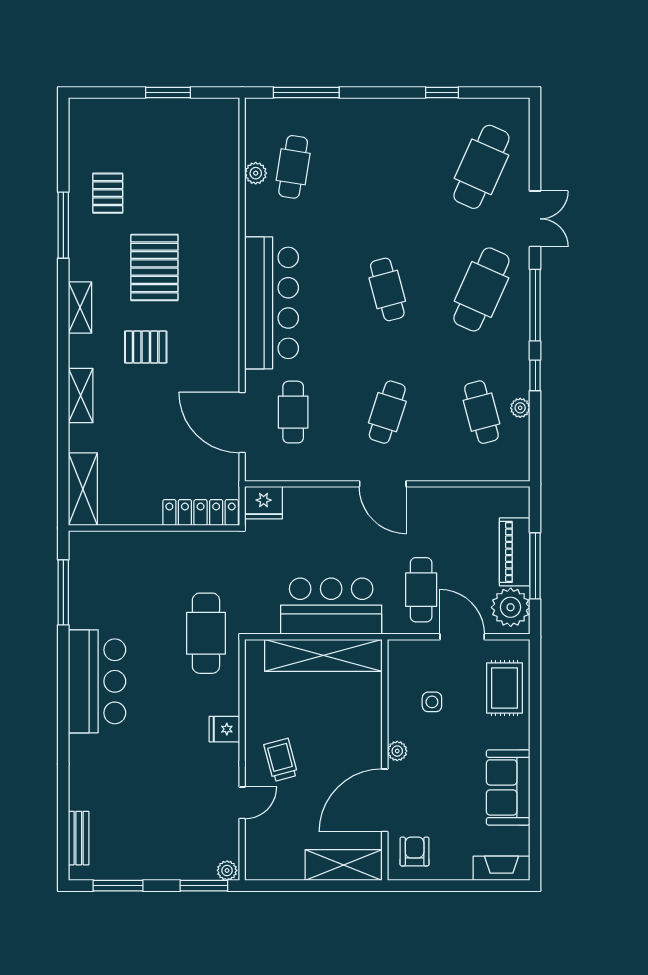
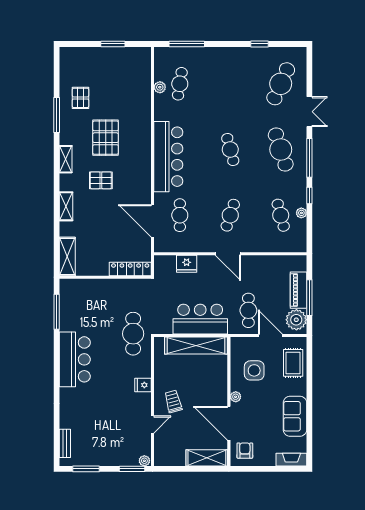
cafe table: (481, 289) -> (281, 150), turned -42
fridge: (264, 503) -> (187, 264), moved
side table: (432, 702) -> (254, 370), width x1.87, depth x1.87
door: (385, 800) -> (229, 423), hinge flipped

